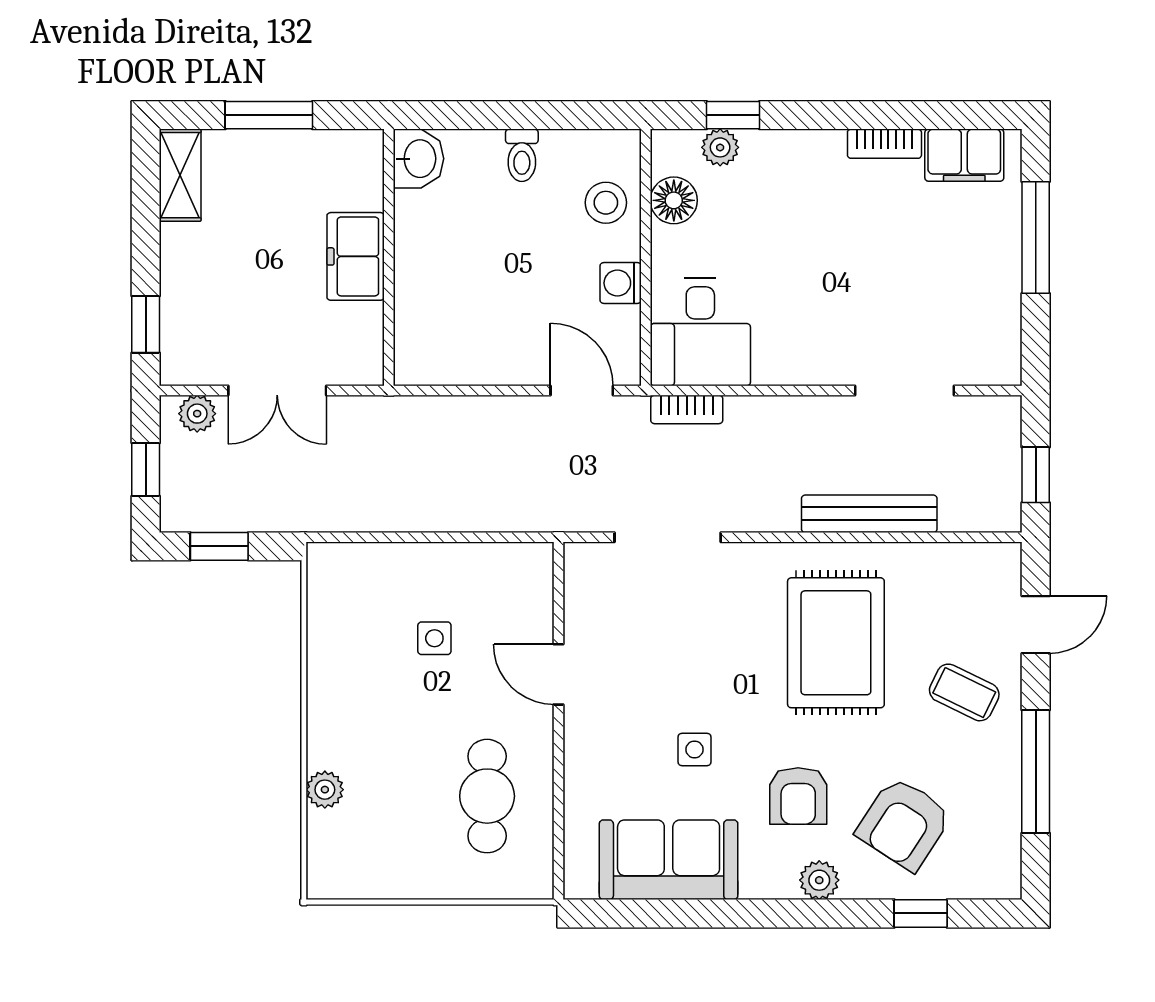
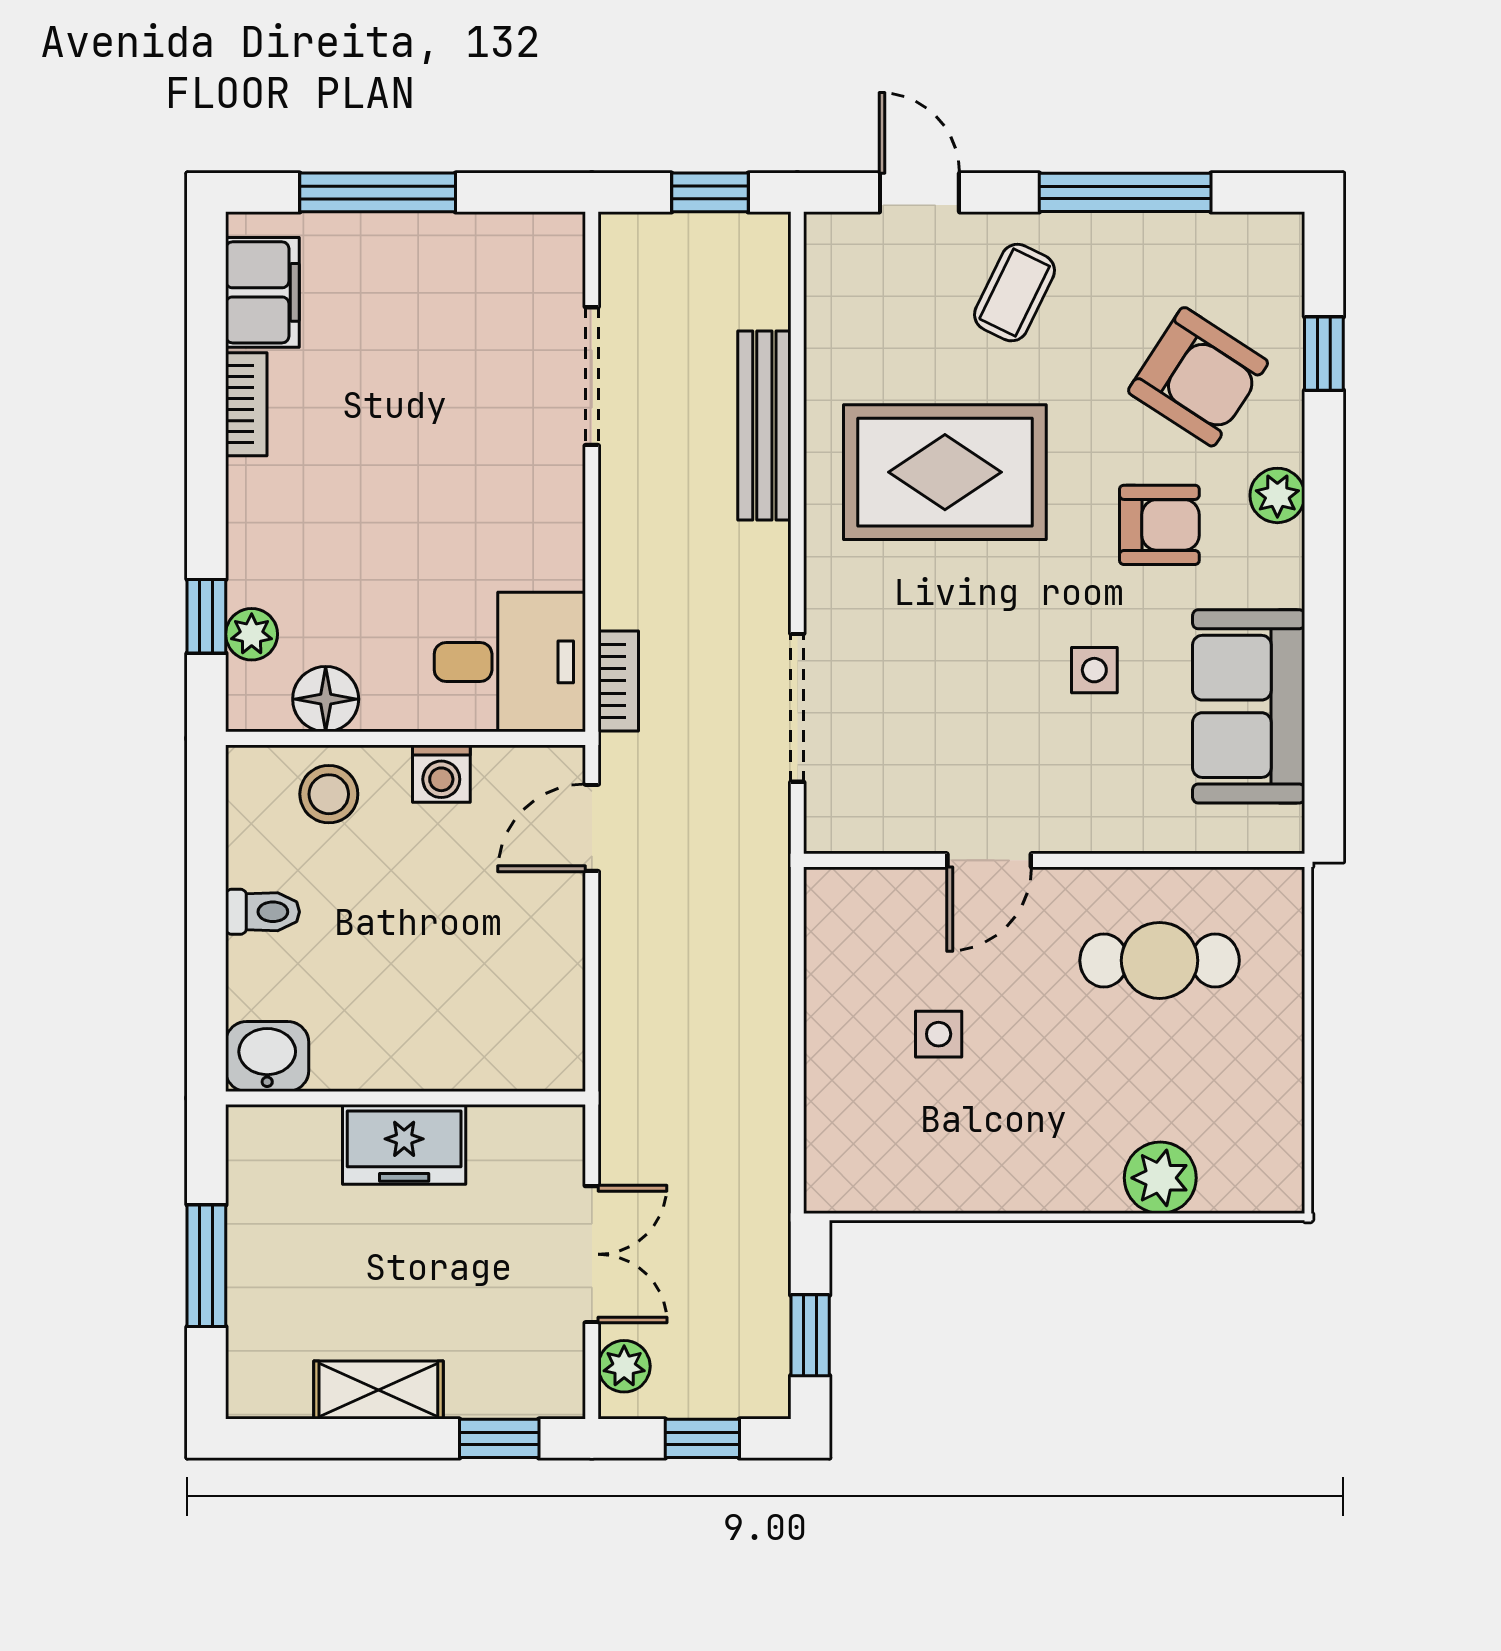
shelving: (180, 175) -> (378, 1390), moved
plant: (325, 790) -> (1160, 1178), width x1.38, depth x1.38

